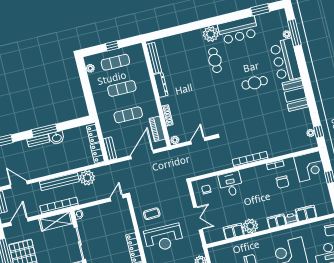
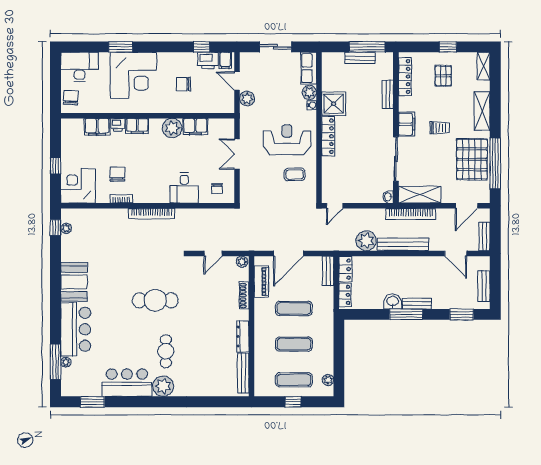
cafe table: (255, 83) -> (155, 300), moved, width x1.37, depth x1.35

